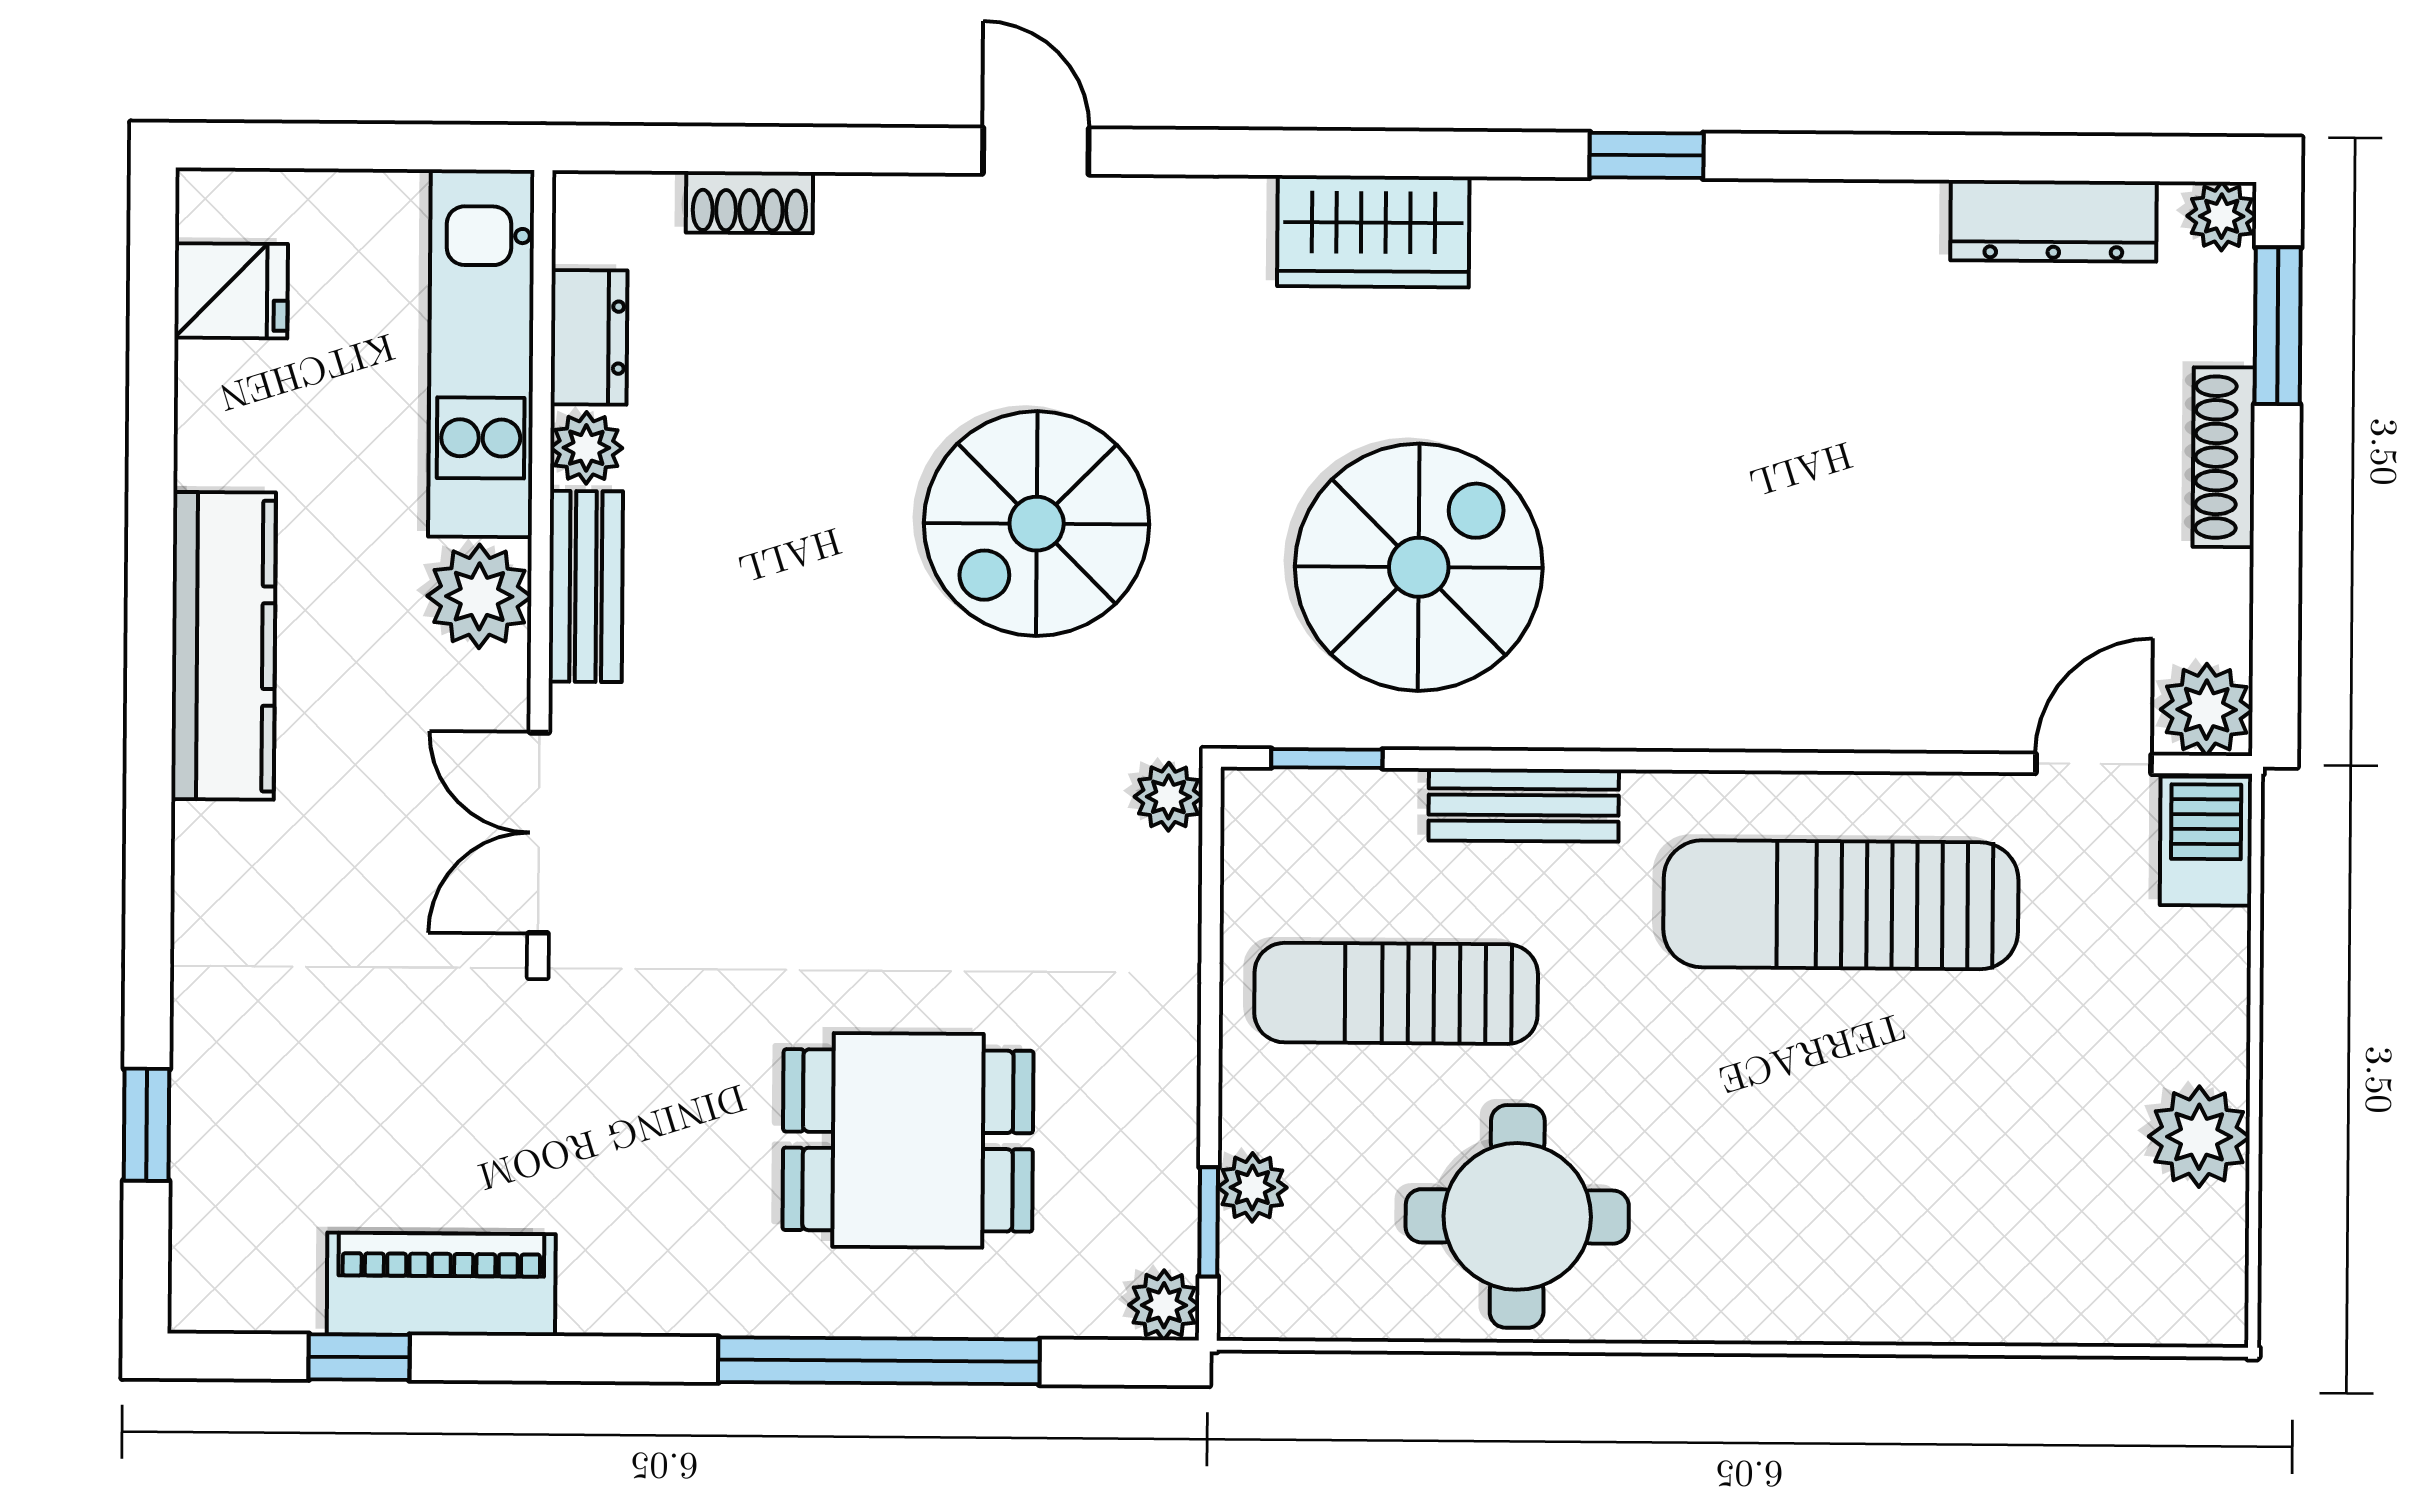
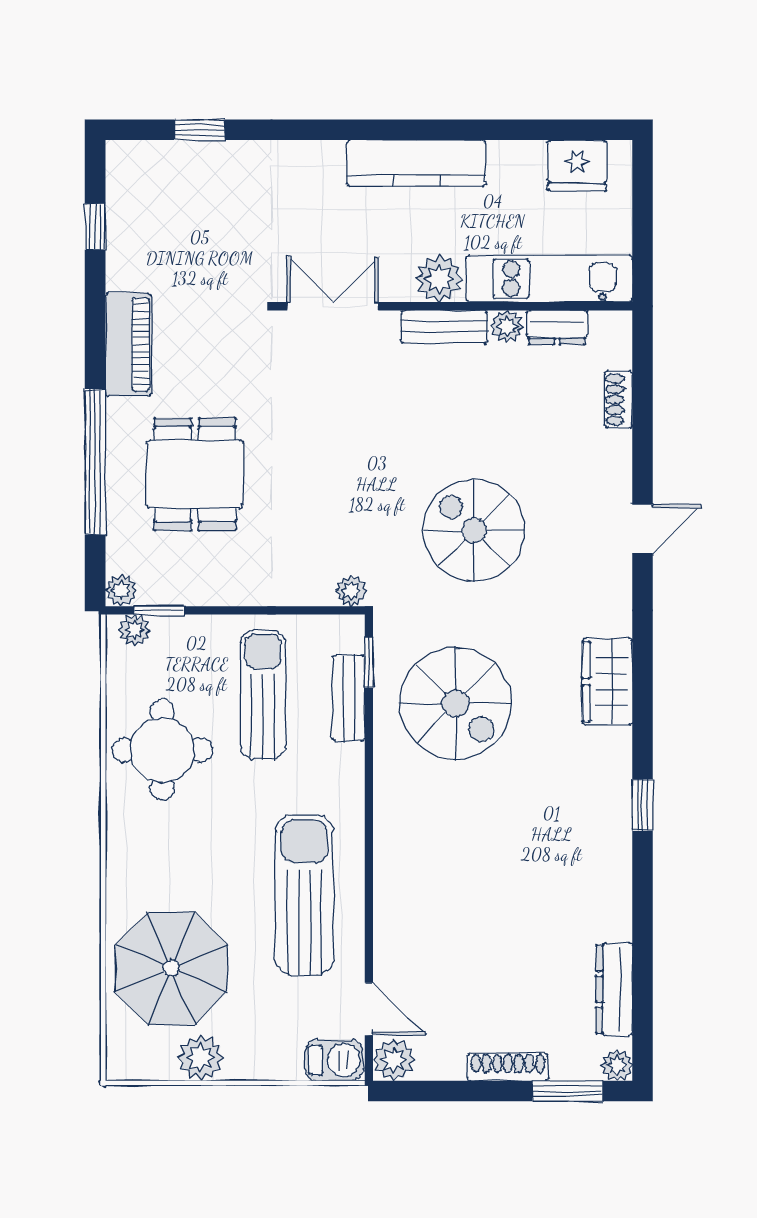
fridge: (231, 291) -> (577, 165), width x1.38
bench: (1524, 805) -> (348, 698), moved
plant: (1252, 1187) -> (134, 630), moved
parasol: (2000, 1200) -> (171, 968), added
piano: (441, 1284) -> (128, 345), moved

